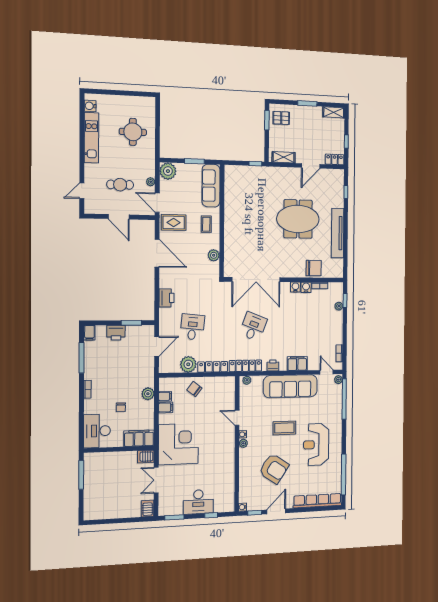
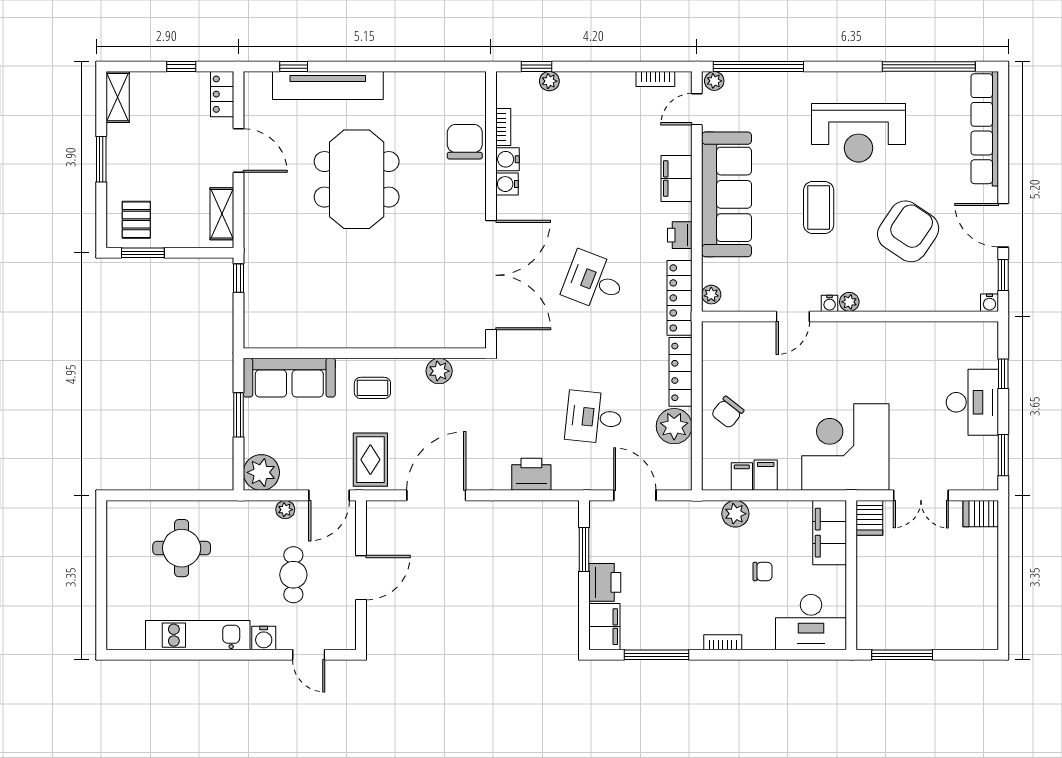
water cooler: (90, 106) -> (264, 638), moved
tv unit: (338, 233) -> (328, 85), moved
filing cabinet: (89, 333) -> (604, 627), width x2.00

